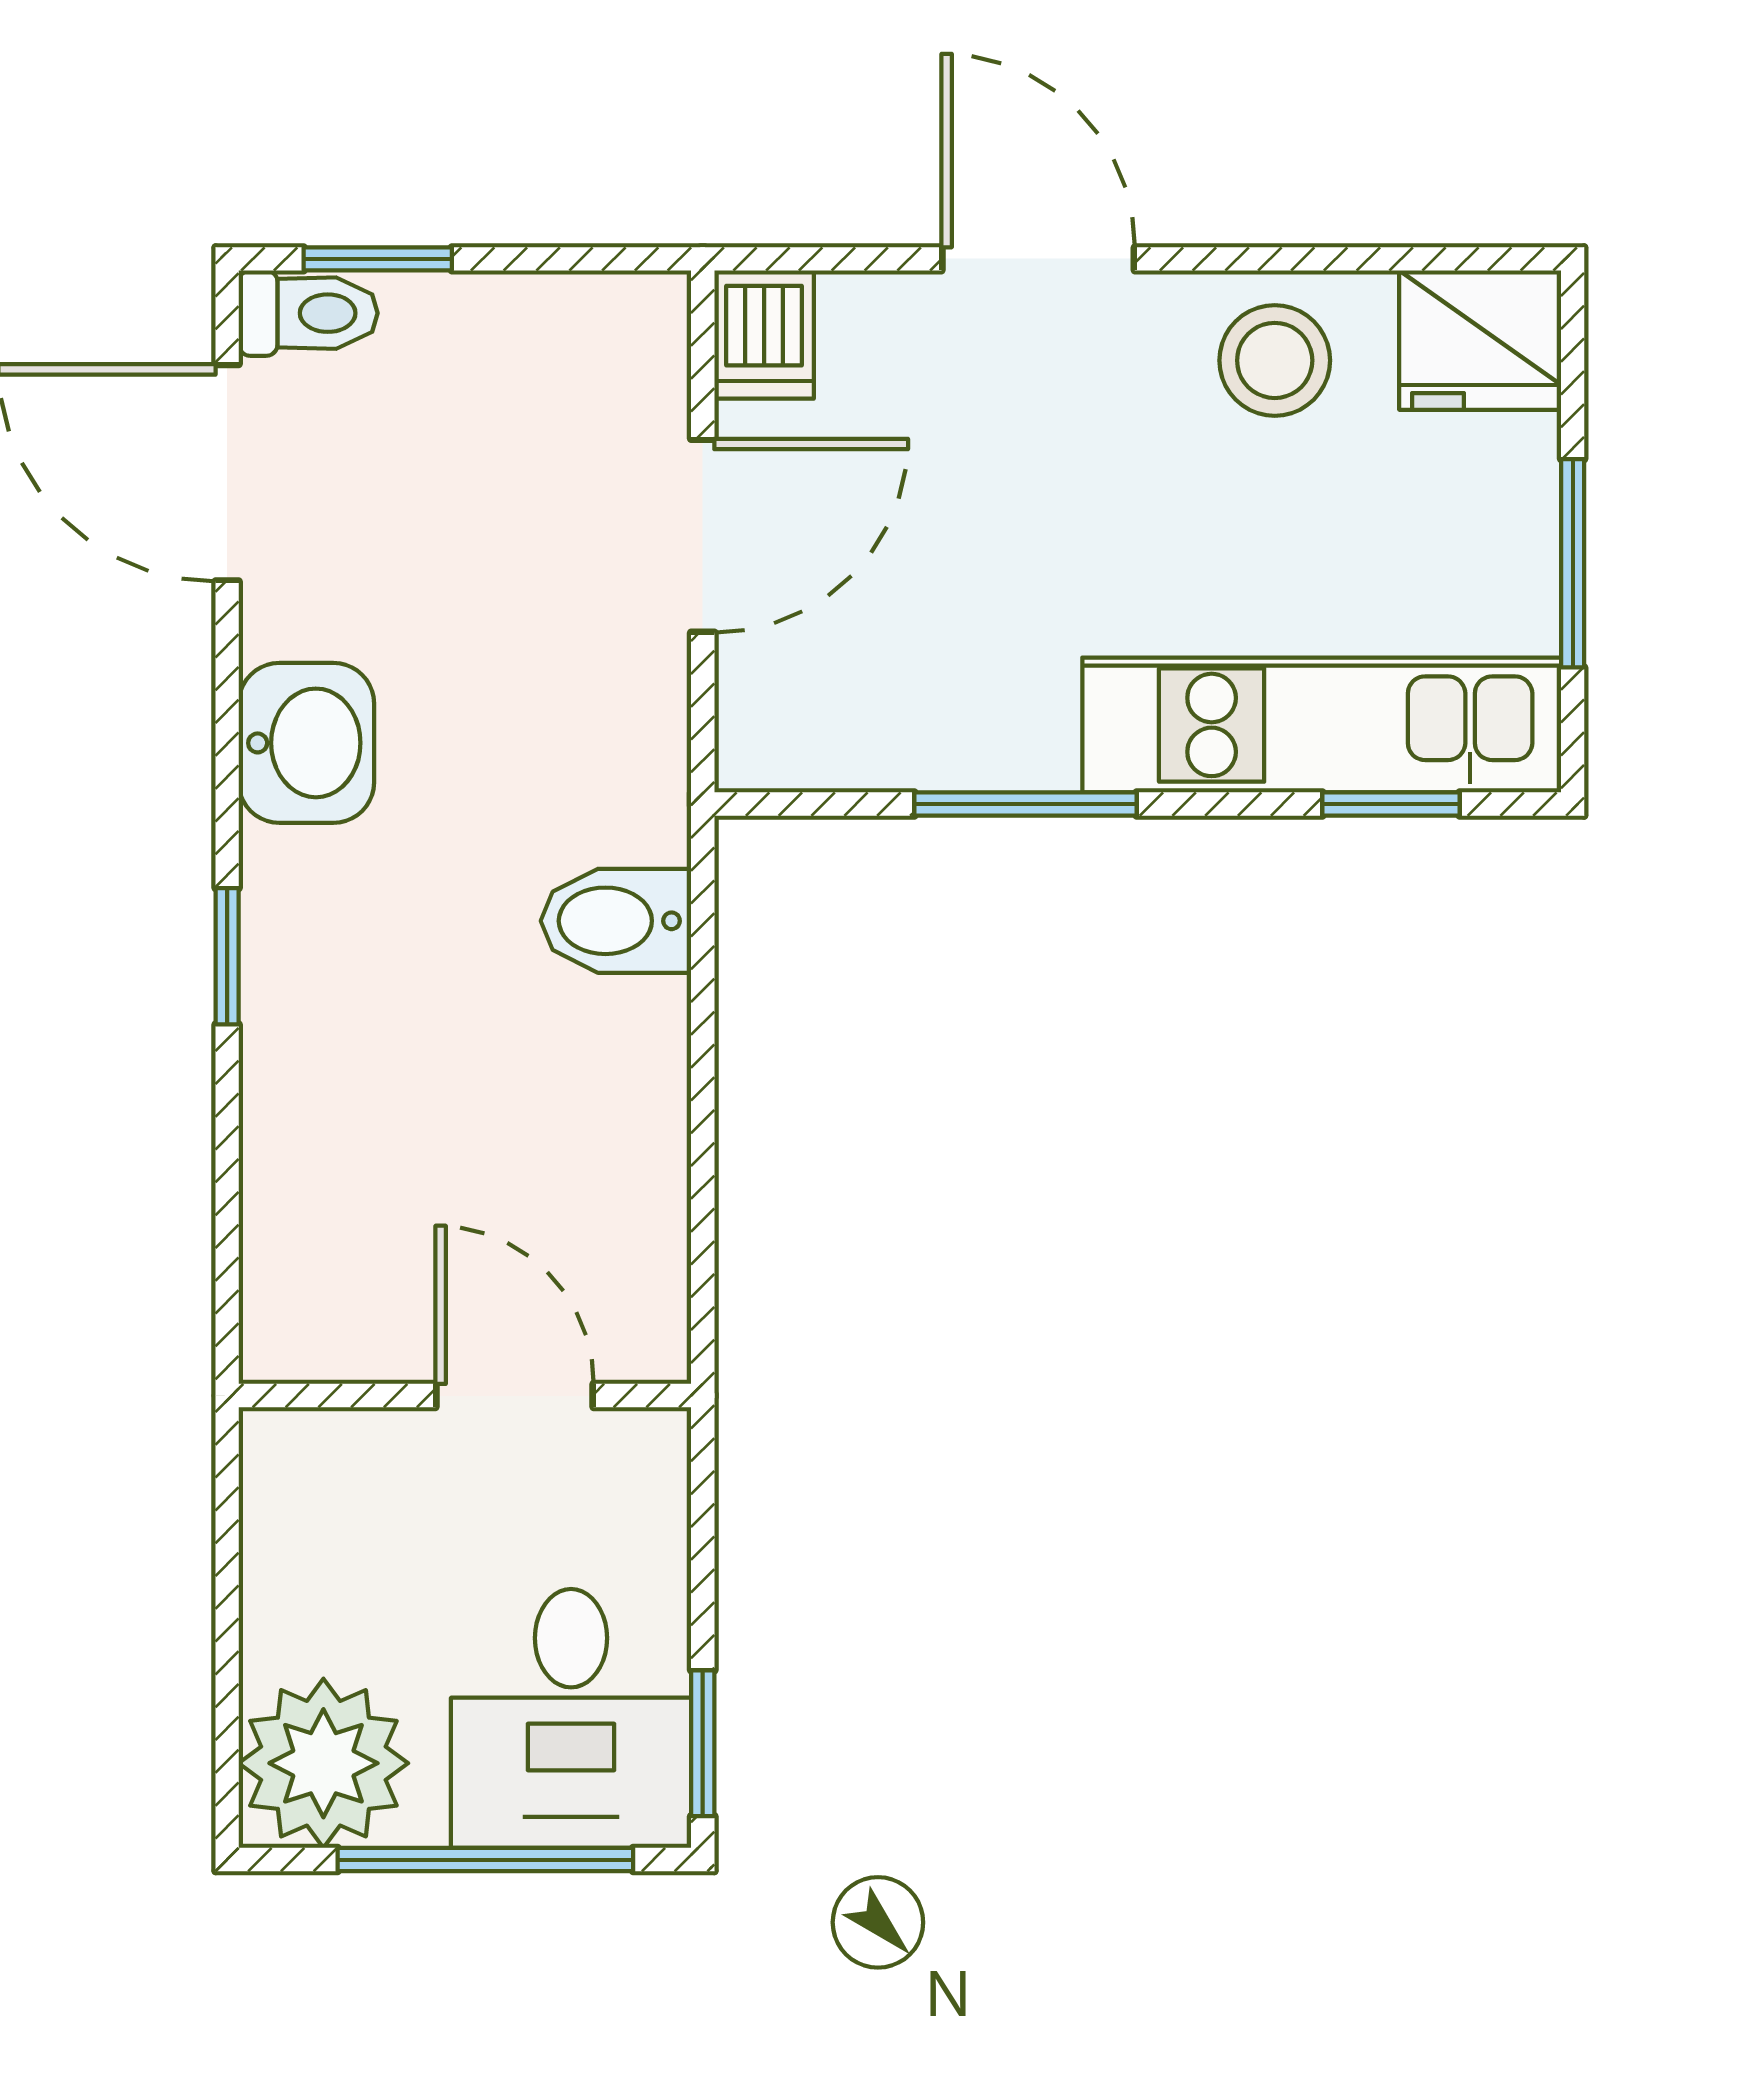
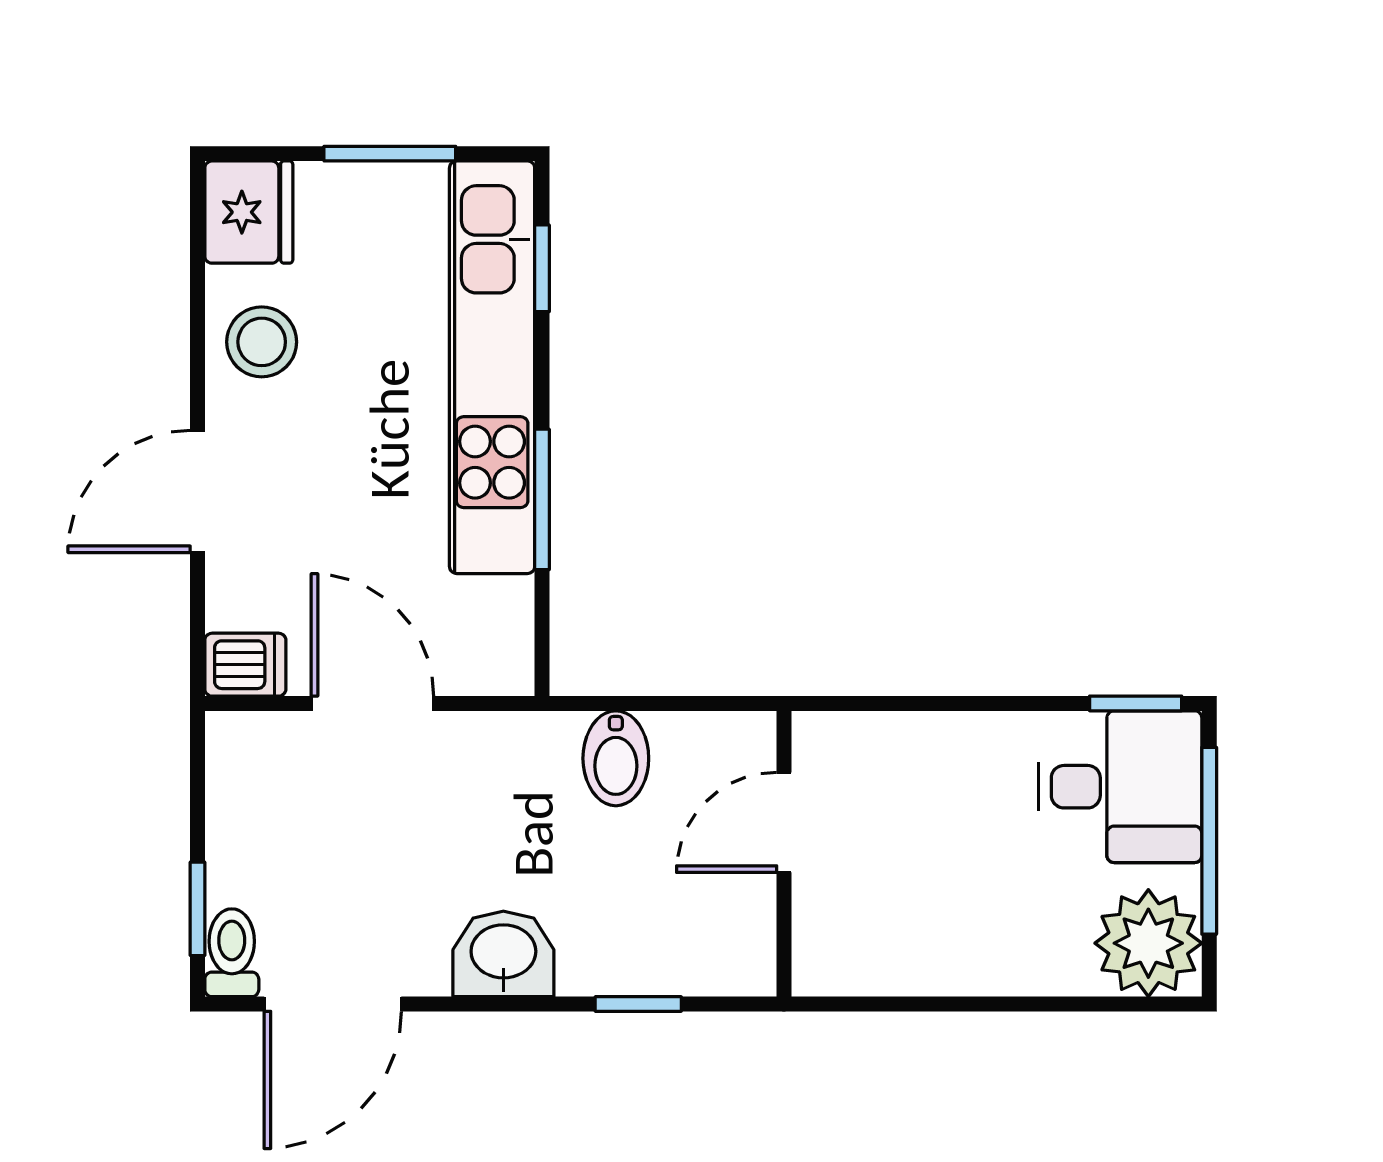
kitchen unit: (1322, 725) -> (492, 367), width x1.36
wall: (465, 1396) -> (784, 854), moved
door: (515, 1396) -> (784, 822), moved

